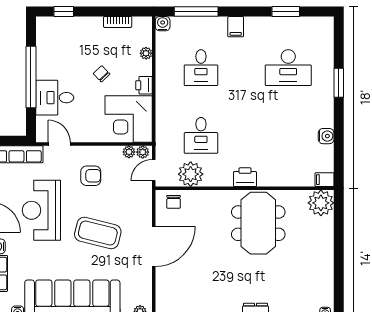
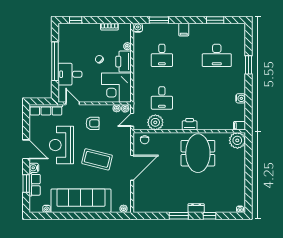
window: (196, 11) -> (159, 20), width x0.69
printer: (144, 85) -> (124, 62), width x1.87, depth x1.48

